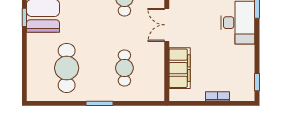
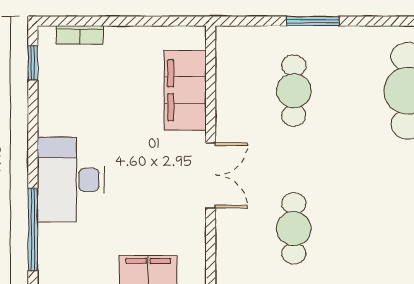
bookcase: (218, 96) -> (80, 35), moved
window: (99, 103) -> (313, 21), moved

